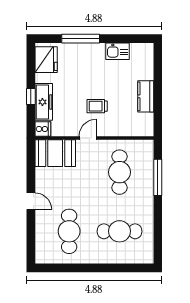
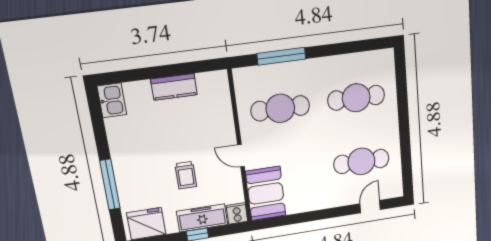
kitchen sink: (117, 51) -> (112, 100), moved
trolley: (97, 106) -> (186, 175), moved
door: (31, 201) -> (370, 207), moved
cafe table: (120, 231) -> (356, 98), turned 90

